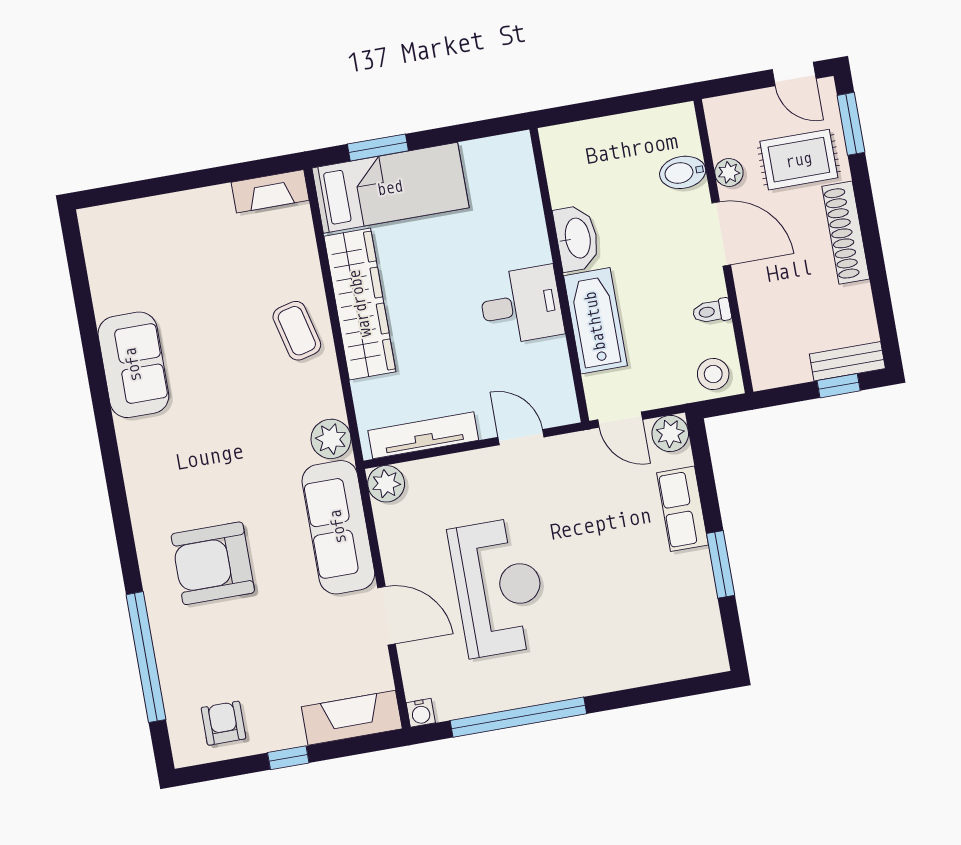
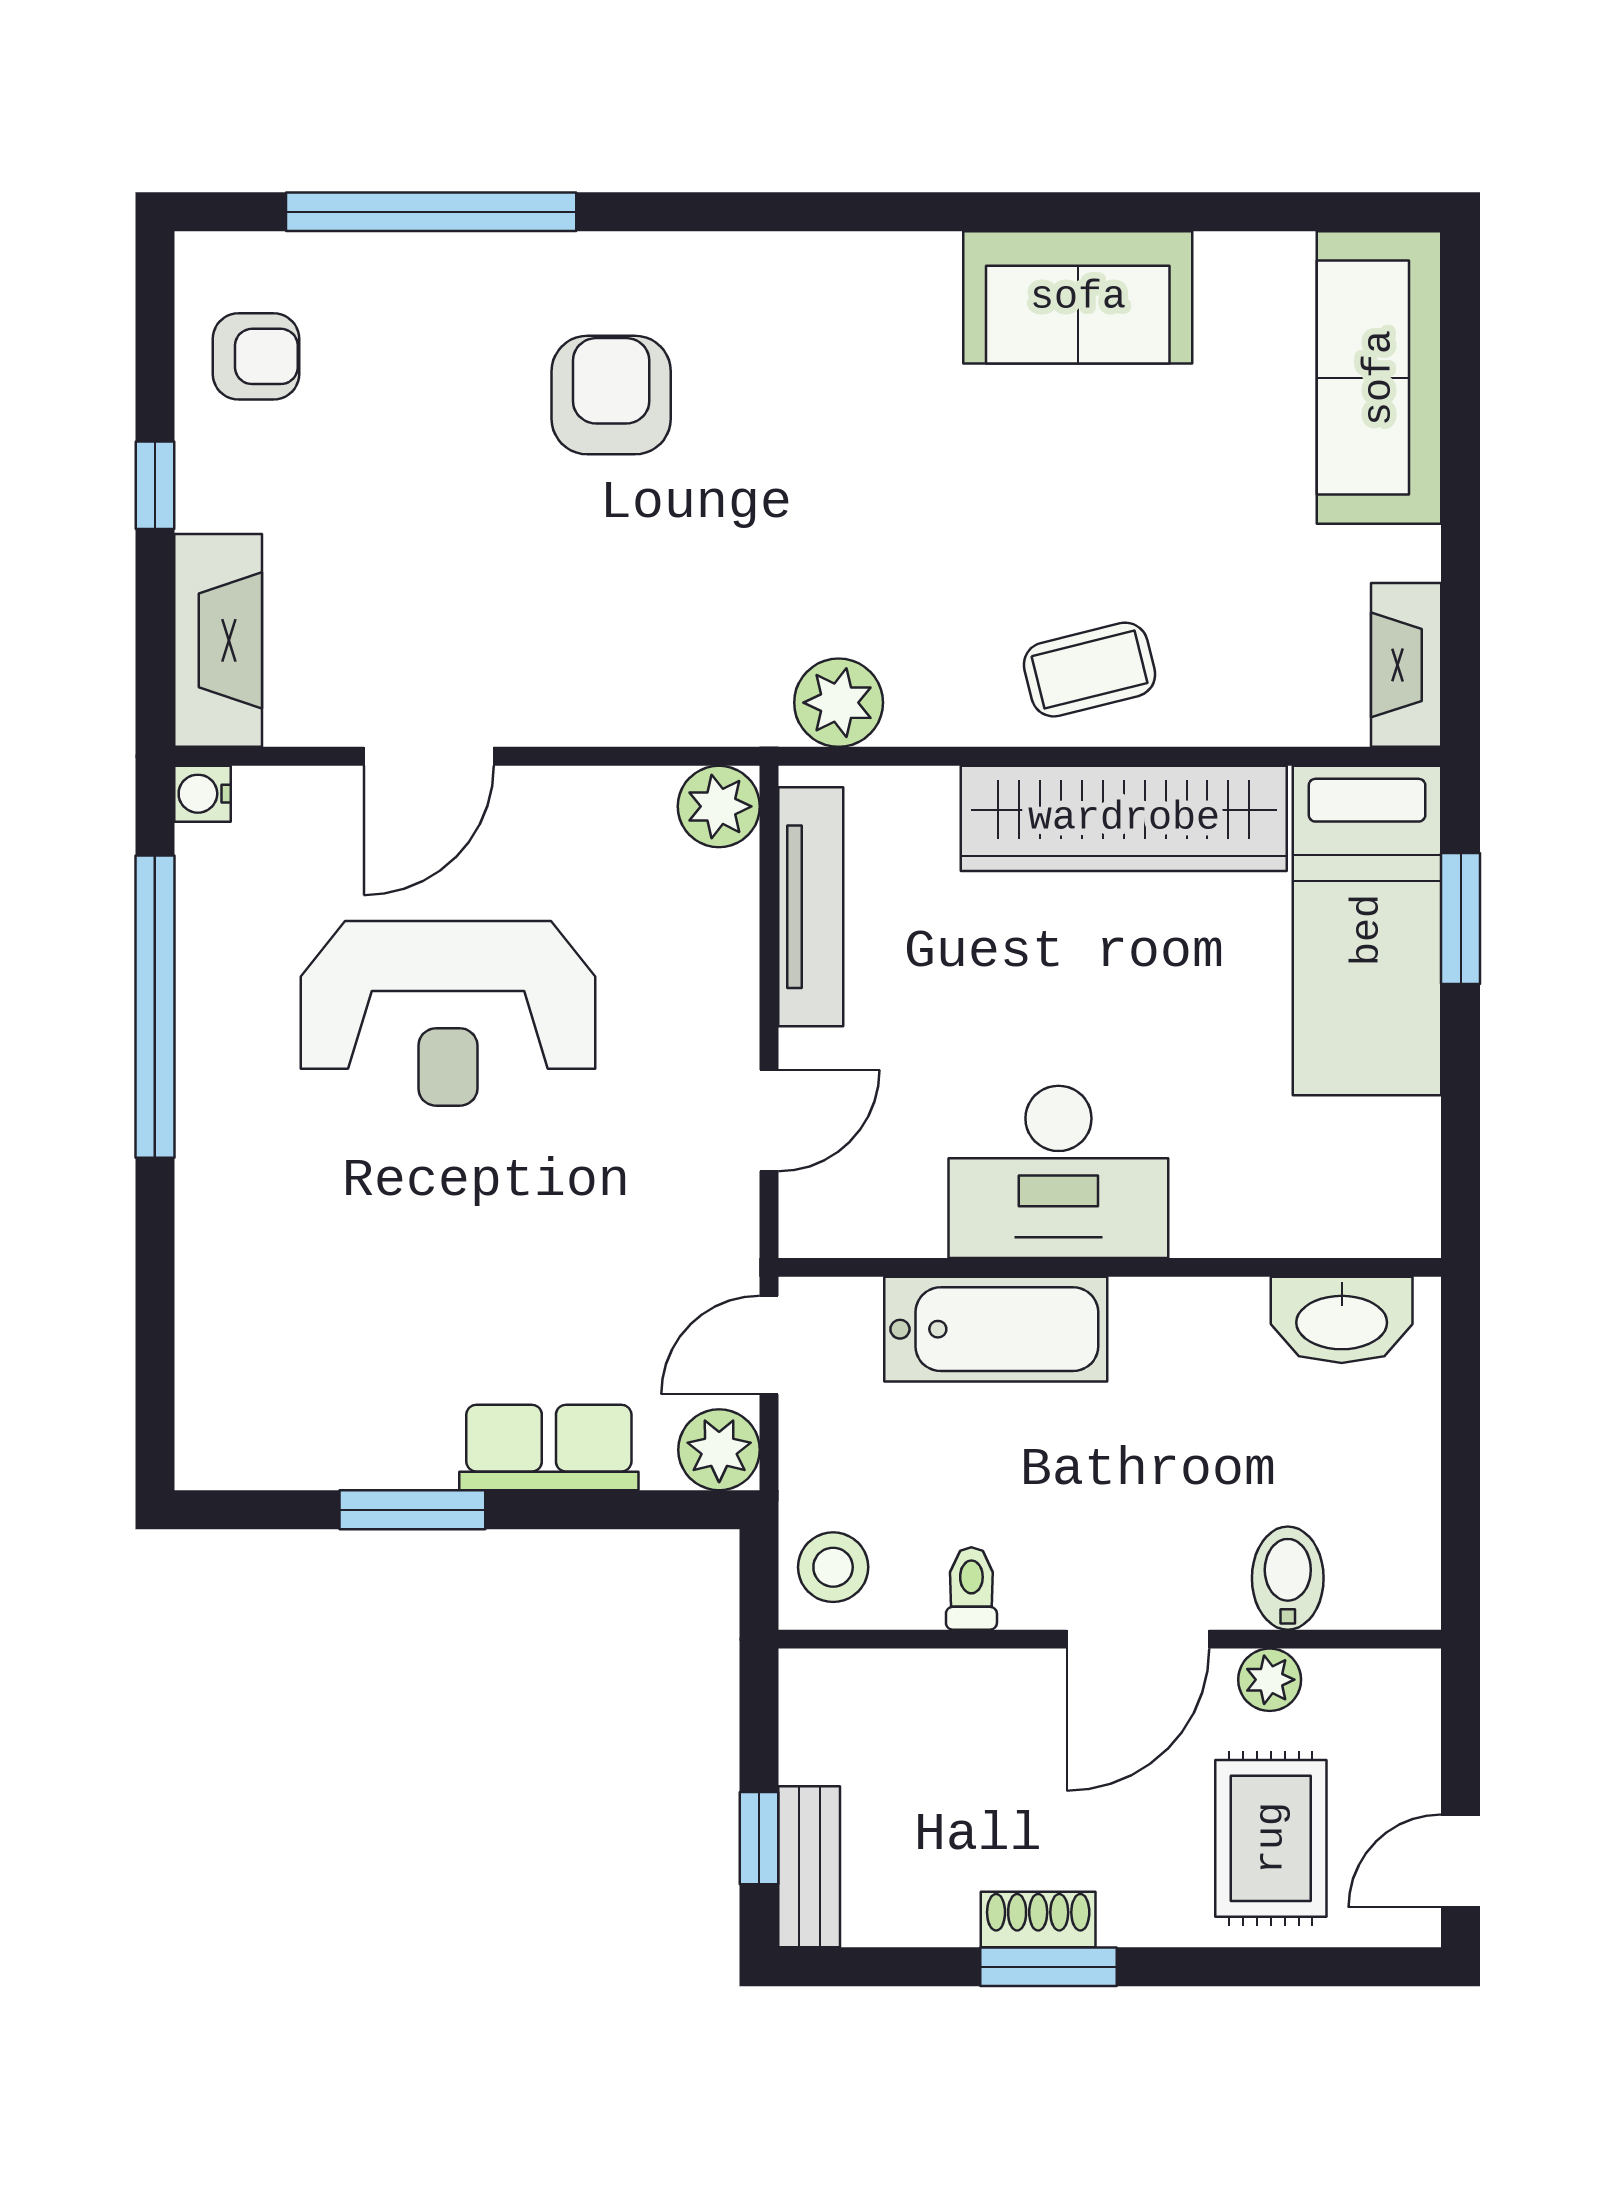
window: (851, 124) -> (1049, 1967), moved
shoe rack: (846, 233) -> (1038, 1920), width x0.51, depth x0.81
washbasin: (577, 238) -> (1342, 1320), moved
desk: (521, 305) -> (1058, 1172), width x1.37
sofa: (338, 527) -> (1379, 378), moved, turned -90
armchair: (213, 563) -> (611, 395), width x0.73, depth x0.73

